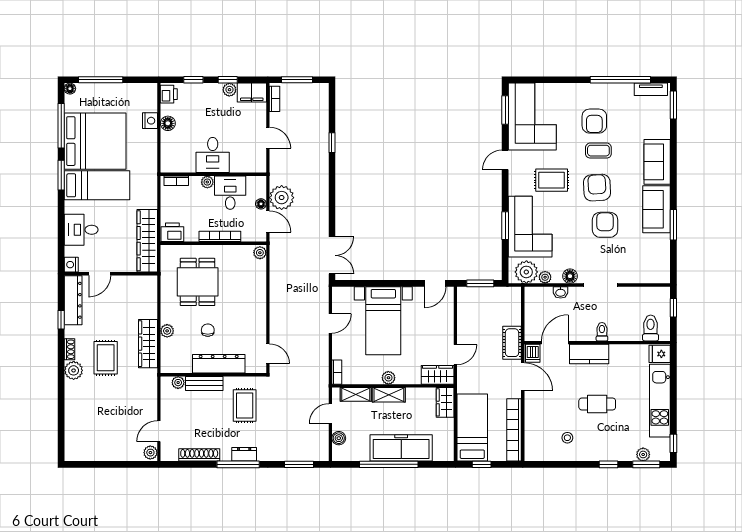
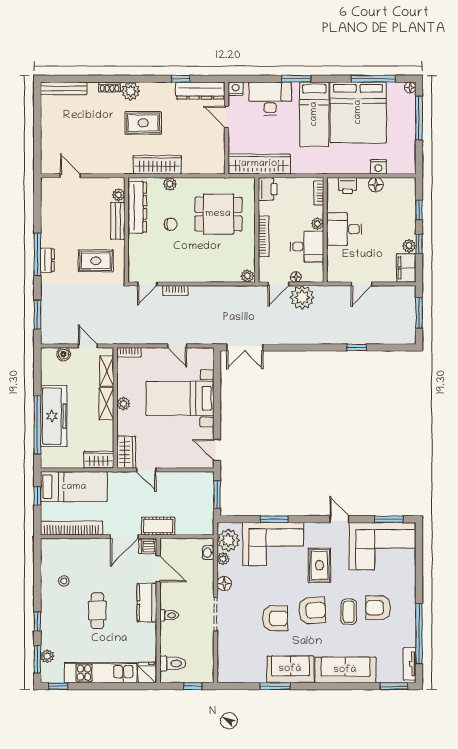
printer: (169, 94) -> (347, 186), moved
bookcase: (275, 99) -> (175, 290), moved
sofa: (657, 162) -> (345, 670), width x1.36
window: (61, 175) -> (296, 79), moved
desk: (81, 230) -> (270, 99), width x1.37
washbasin: (561, 292) -> (208, 553), moved
shoe rack: (70, 349) -> (110, 87), moved
dresser: (219, 364) -> (137, 207), moved
bench: (71, 438) -> (64, 88), added
plant: (150, 453) -> (49, 167), removed
shoe rack: (199, 455) -> (47, 216), removed
window: (389, 464) -> (37, 425), moved

